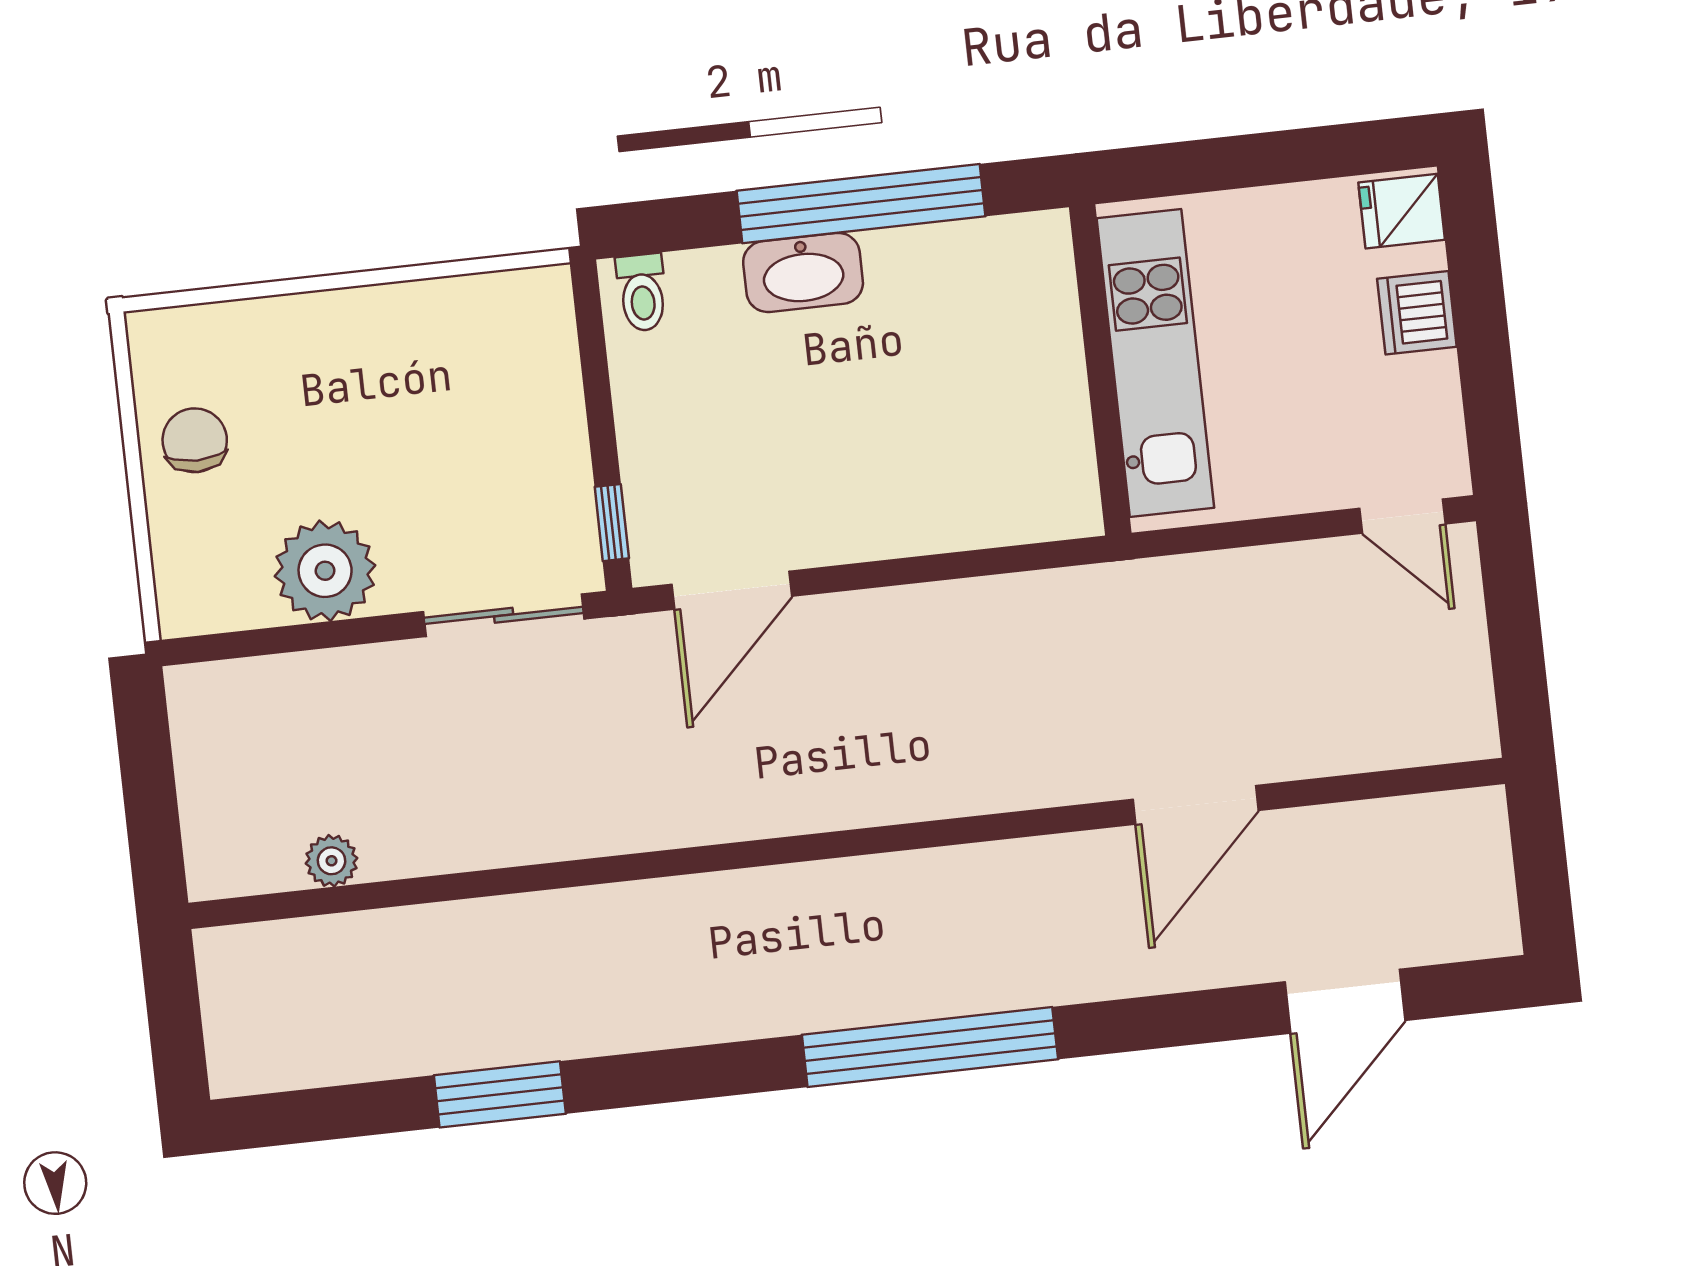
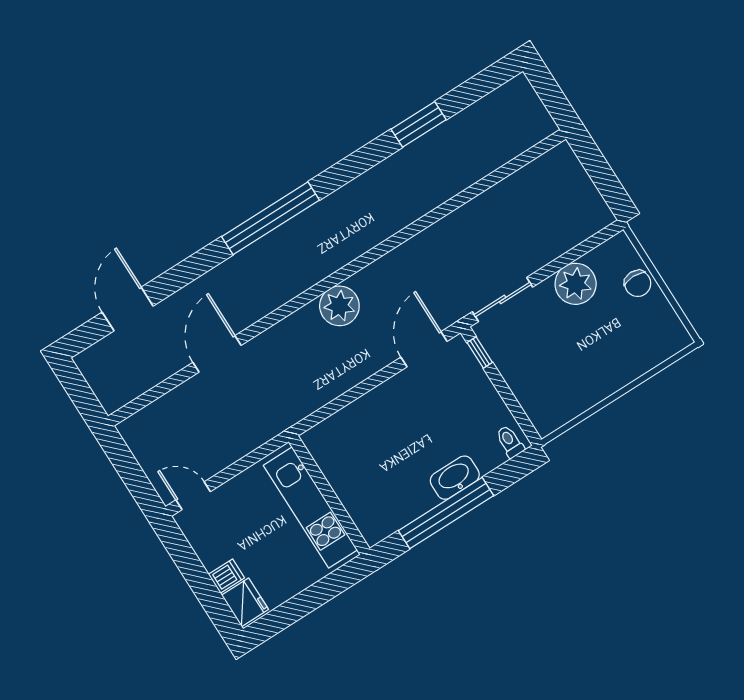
fridge: (1402, 211) -> (245, 602), width x1.38
dishwasher: (1417, 313) -> (226, 576), width x0.73
chair: (195, 440) -> (638, 283), moved
plant: (331, 861) -> (339, 306), moved, width x1.87, depth x1.87

